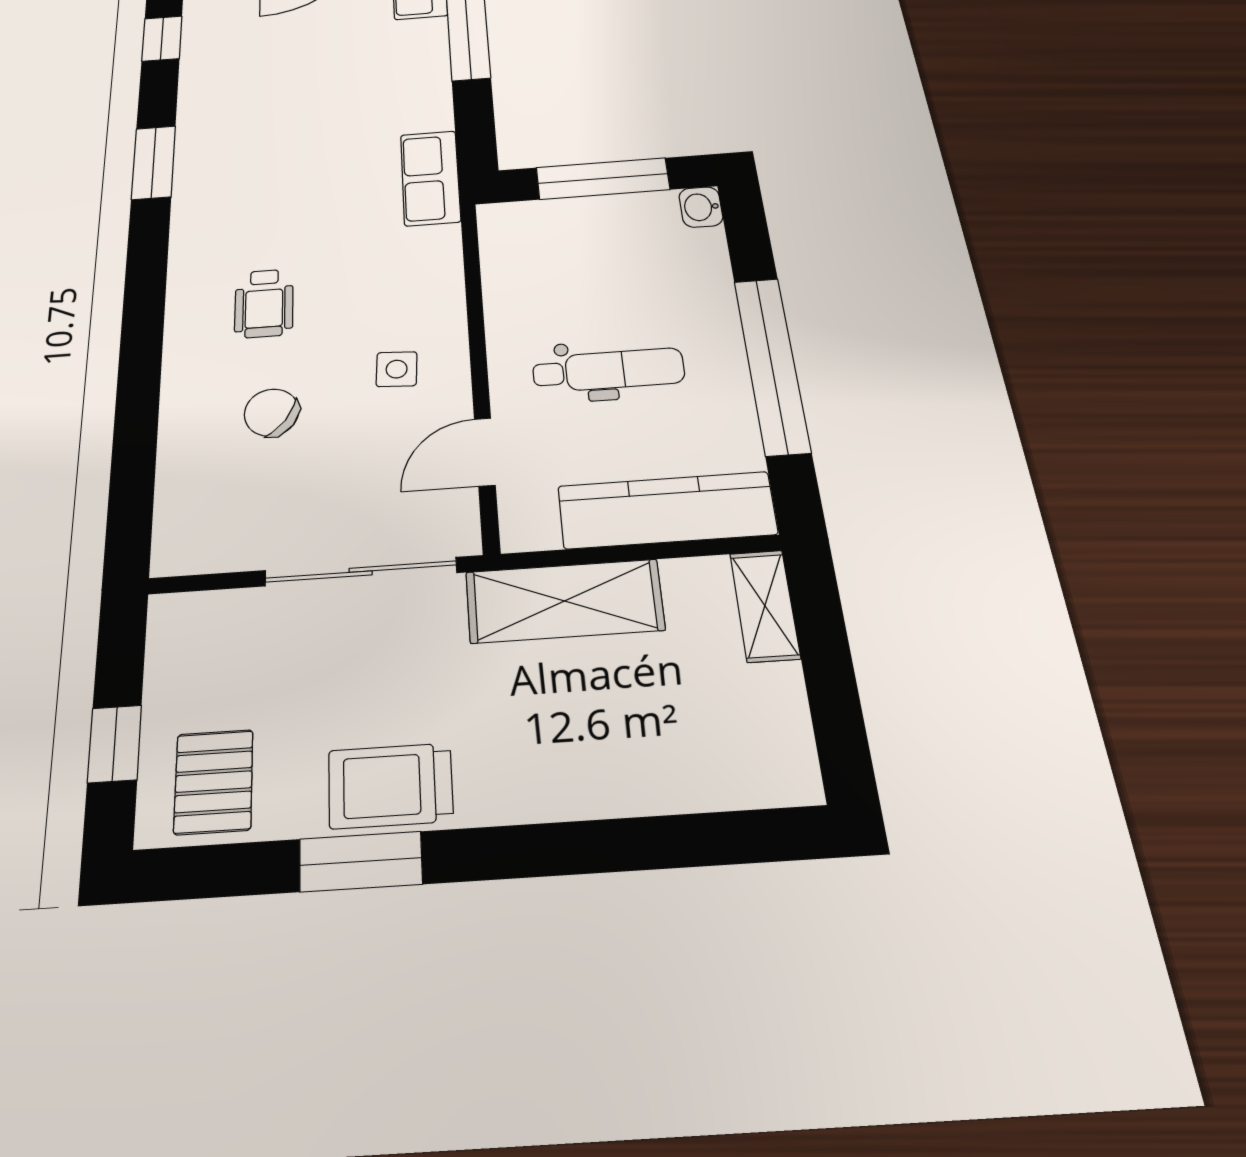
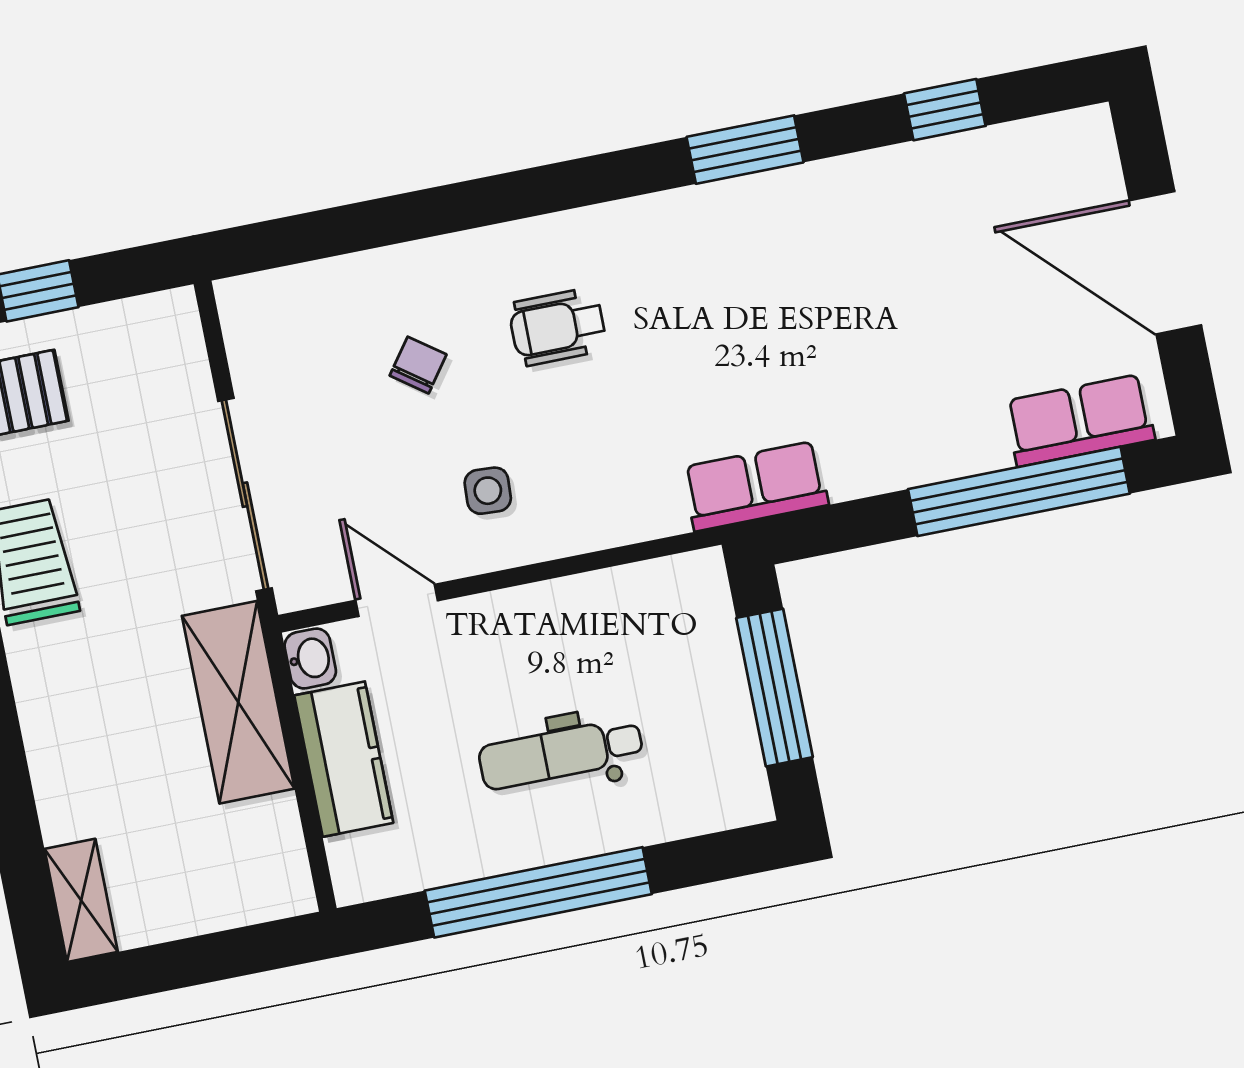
washbasin: (701, 207) -> (310, 658), moved, turned 90
dental chair: (608, 370) -> (561, 753), moved, turned 90
chair: (271, 413) -> (418, 365), width x0.73, depth x0.73
kitchen counter: (667, 510) -> (344, 759), width x0.67
shelving: (765, 606) -> (81, 900), moved, turned 90

